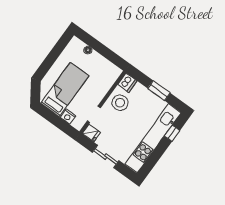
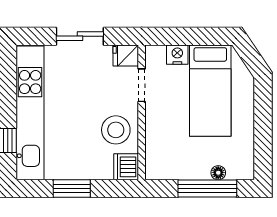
window: (98, 47) -> (207, 189), added

